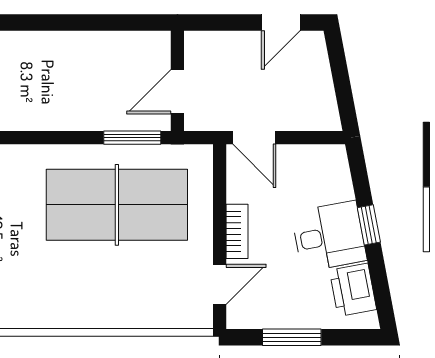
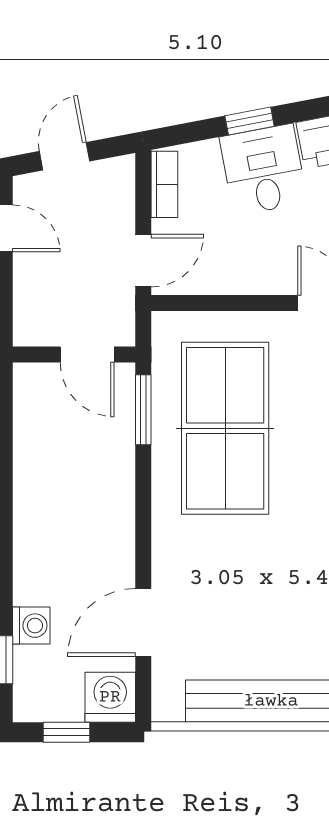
door: (340, 73) -> (65, 156), added
bookcase: (237, 231) -> (164, 184), moved, turned 90

